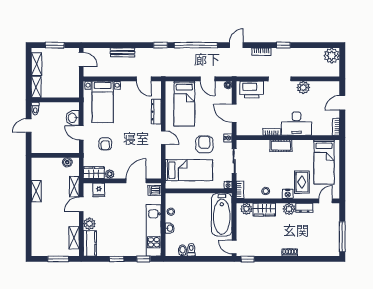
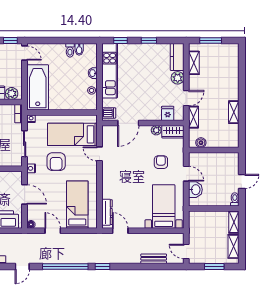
bench: (122, 52) -> (154, 259), moved
dresser: (156, 112) -> (107, 212), moved
door: (163, 138) -> (100, 154), moved

